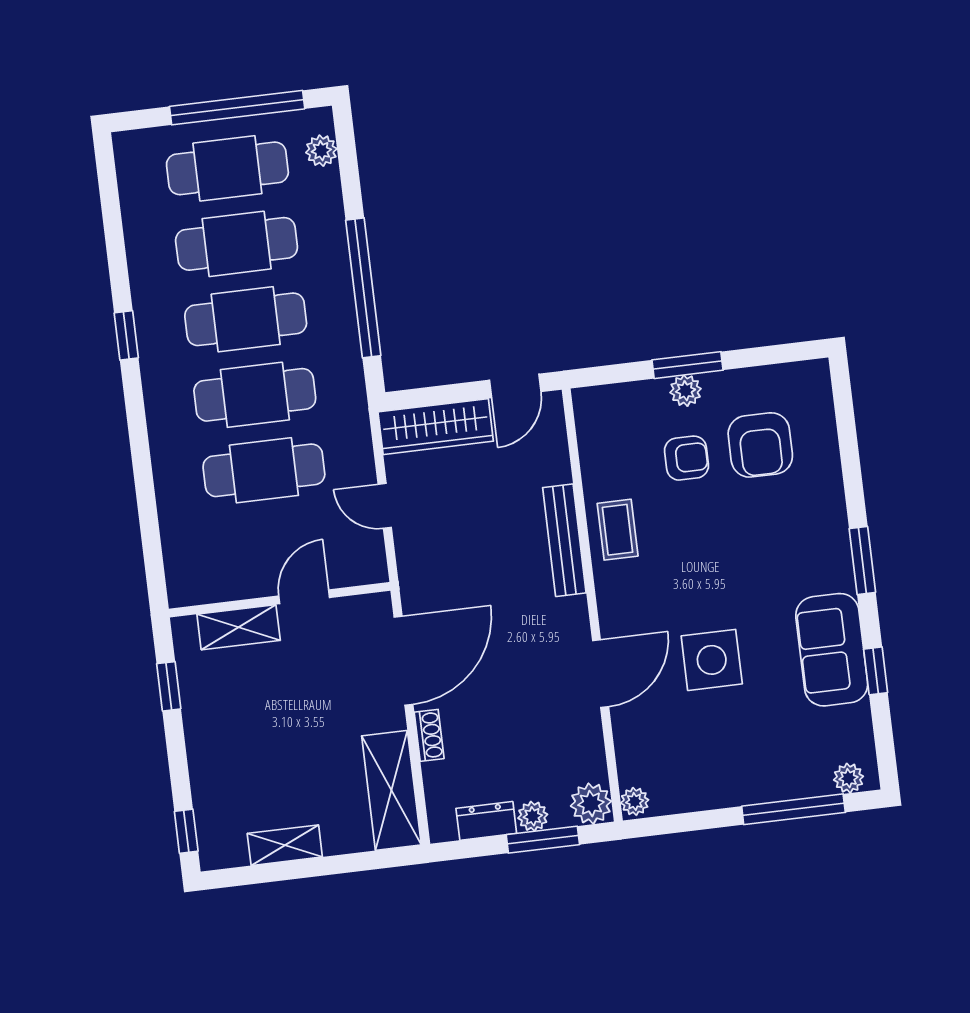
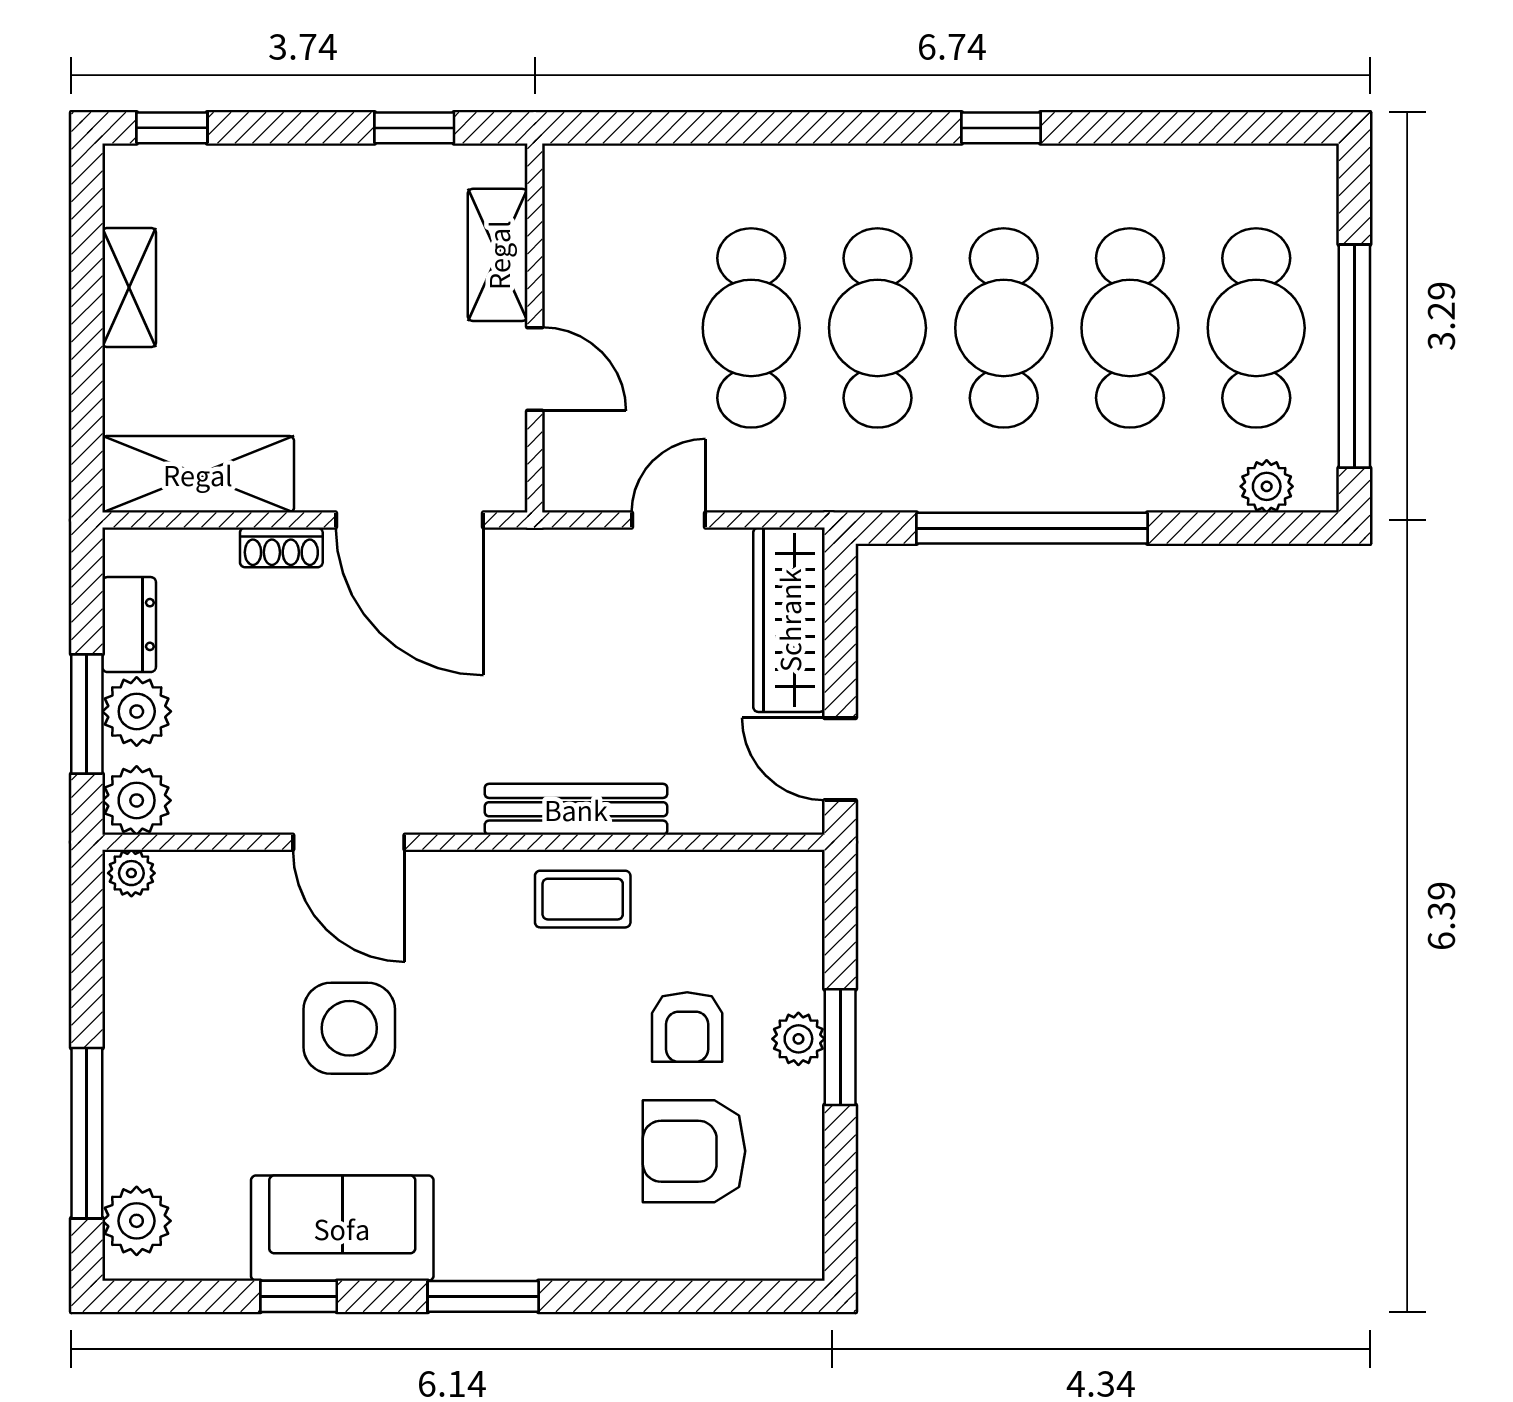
plant: (849, 778) -> (137, 1221), width x1.38, depth x1.38
plant: (533, 816) -> (137, 711), width x1.38, depth x1.38

